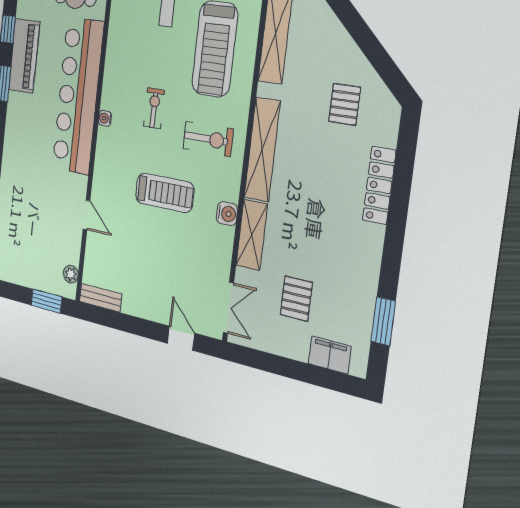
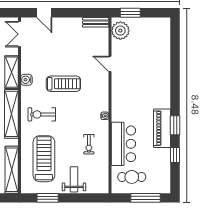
piano: (24, 56) -> (162, 128), moved
bar counter: (78, 96) -> (123, 144), width x0.54
exercise bike: (154, 108) -> (89, 144), moved
treadmill: (165, 193) -> (63, 84), turned 180
plant: (71, 274) -> (120, 31), width x1.87, depth x1.87

